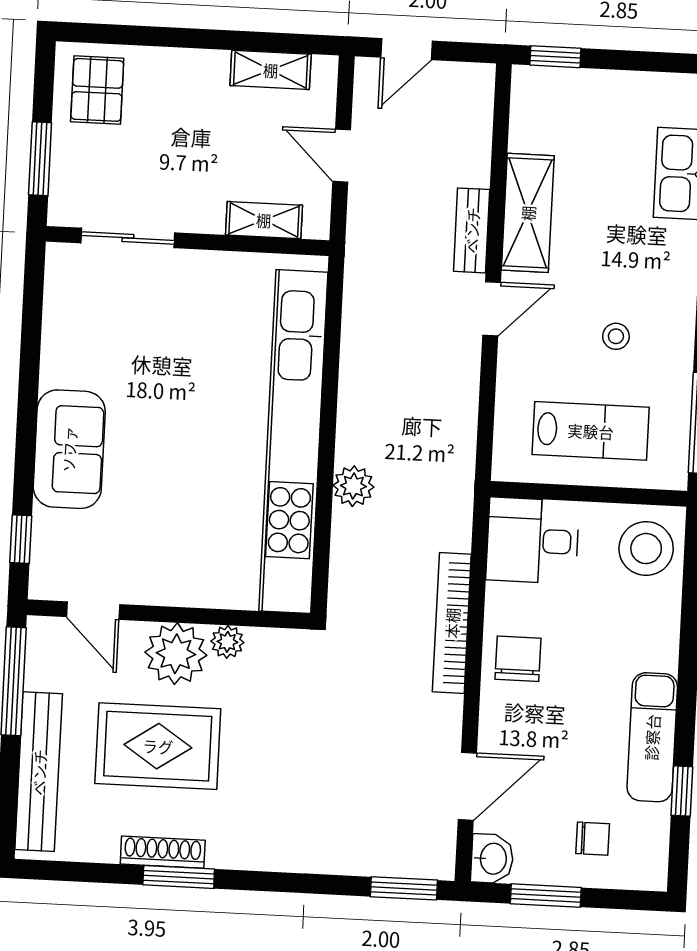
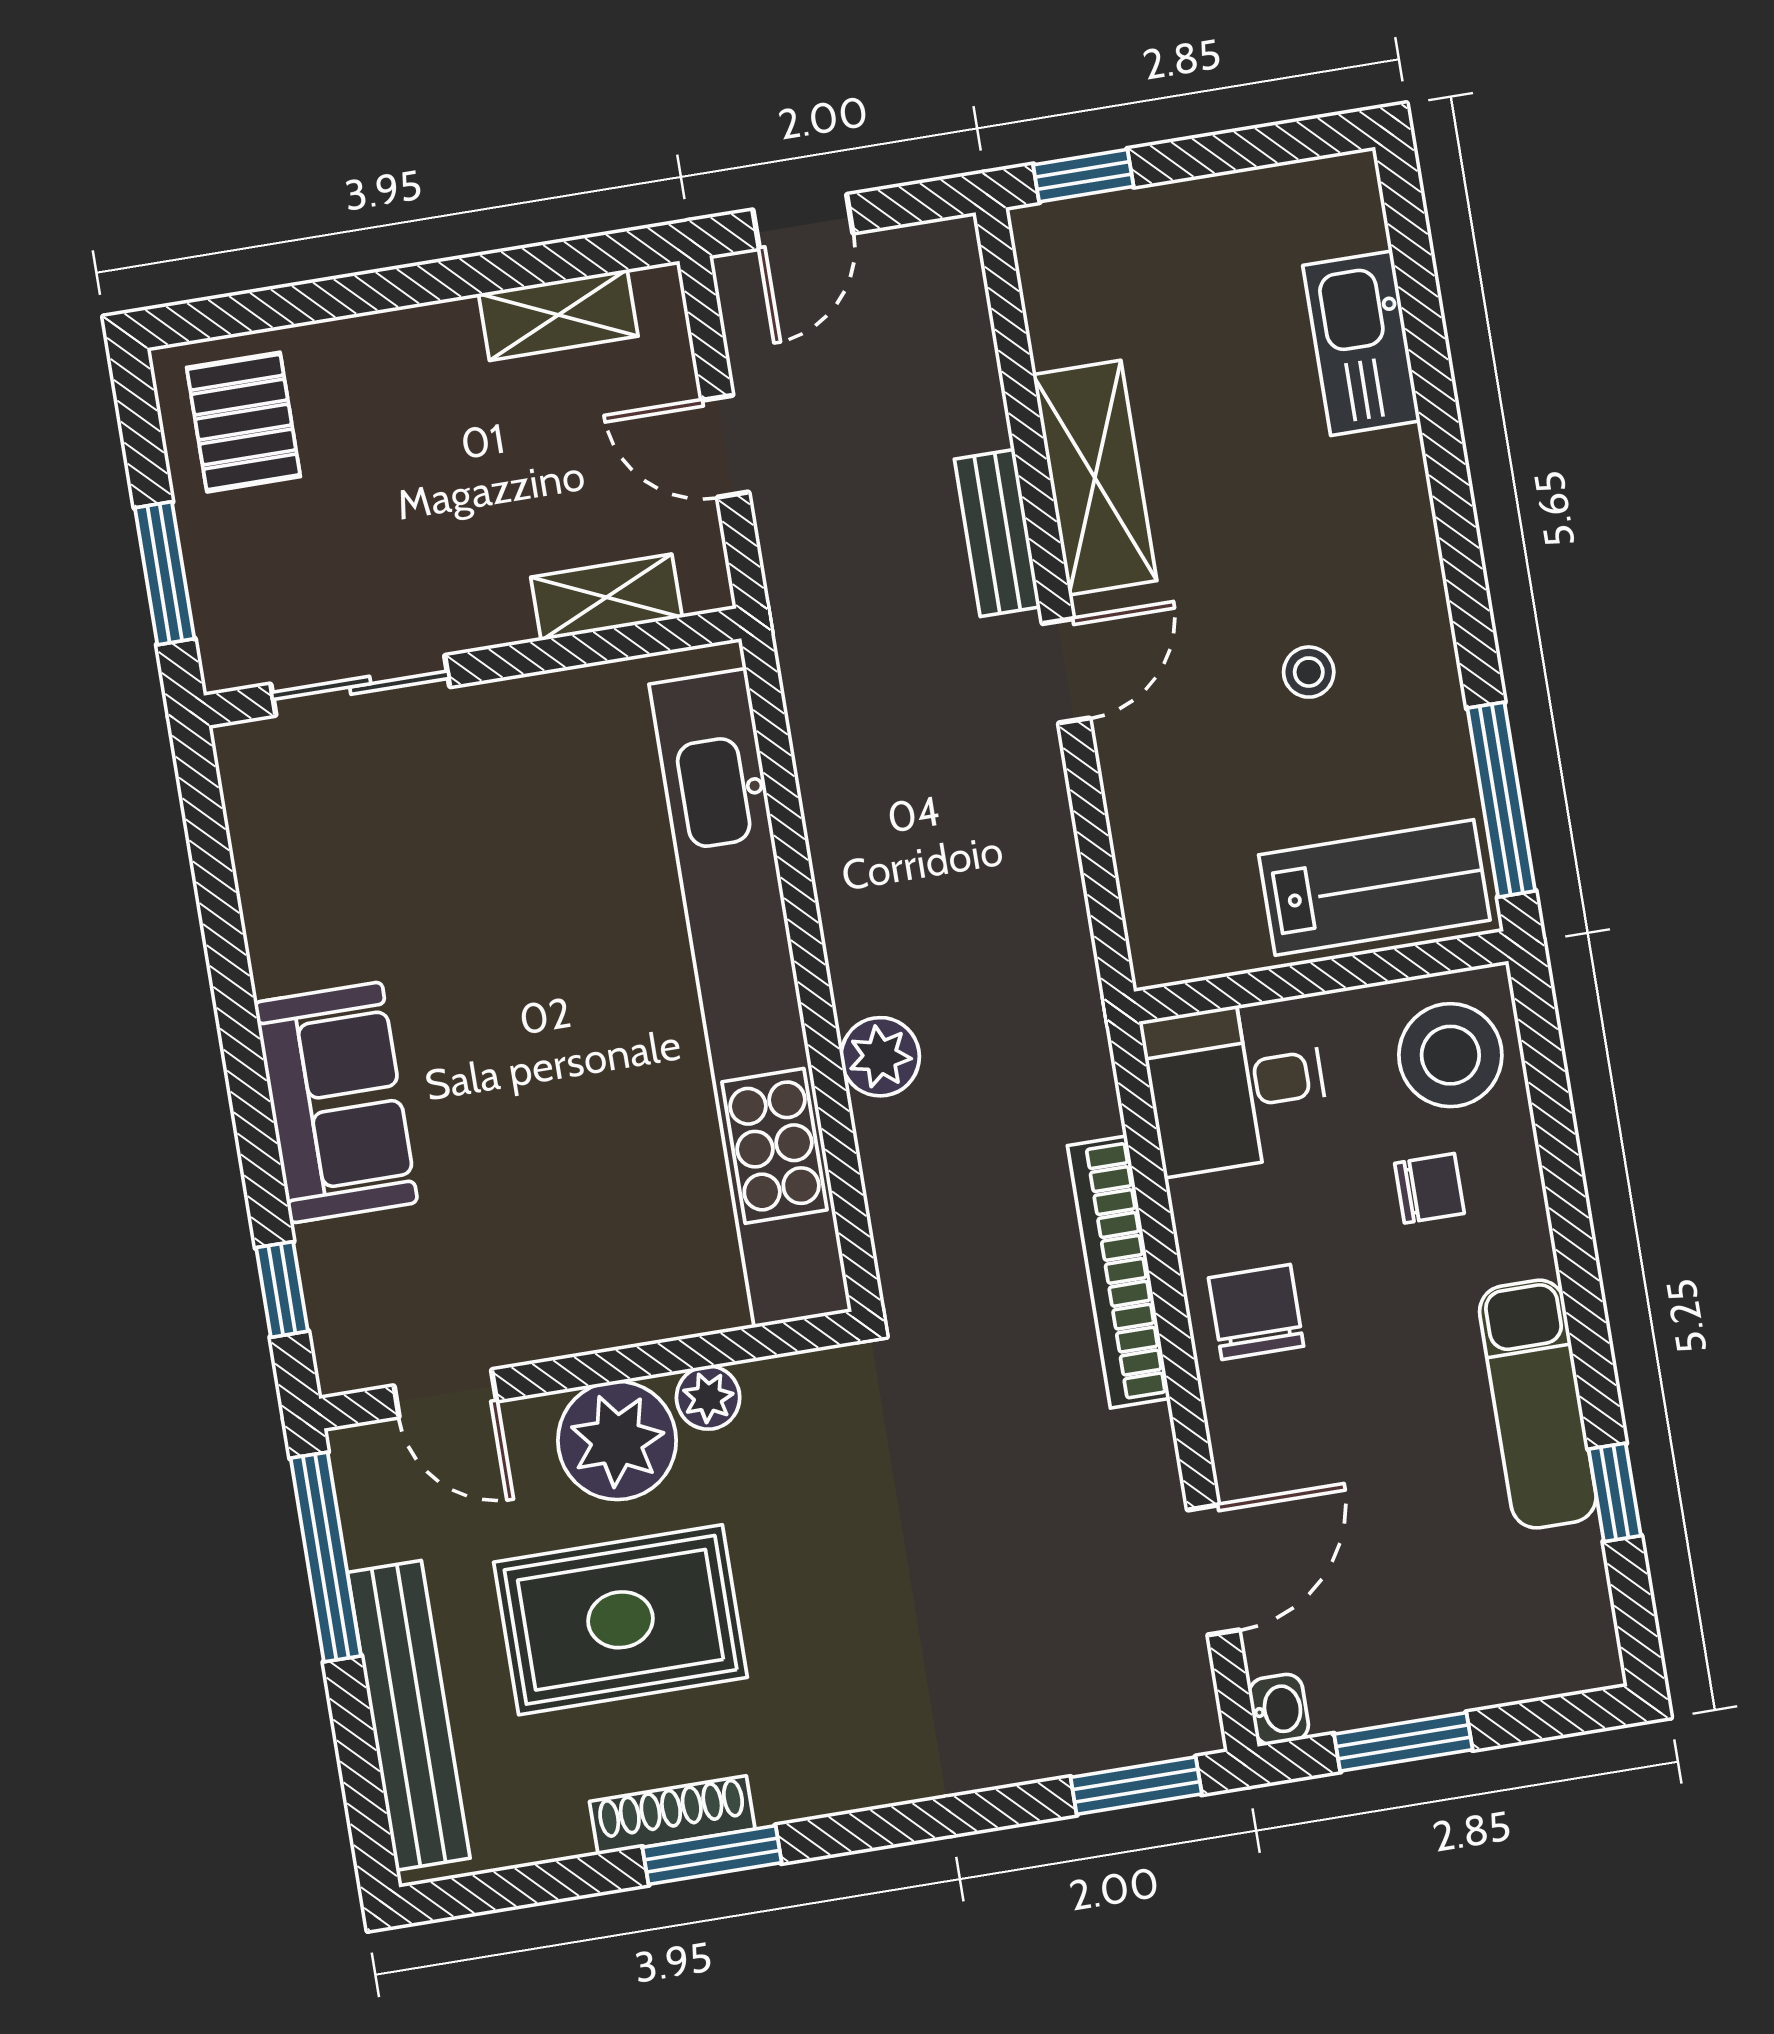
lab bench: (591, 431) -> (1374, 887), moved
chair: (593, 839) -> (1429, 1188), moved
washbasin: (492, 859) -> (1279, 1709), width x0.72, depth x0.69

